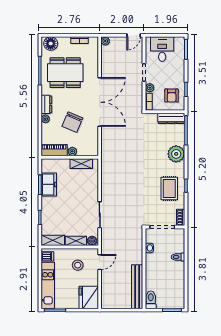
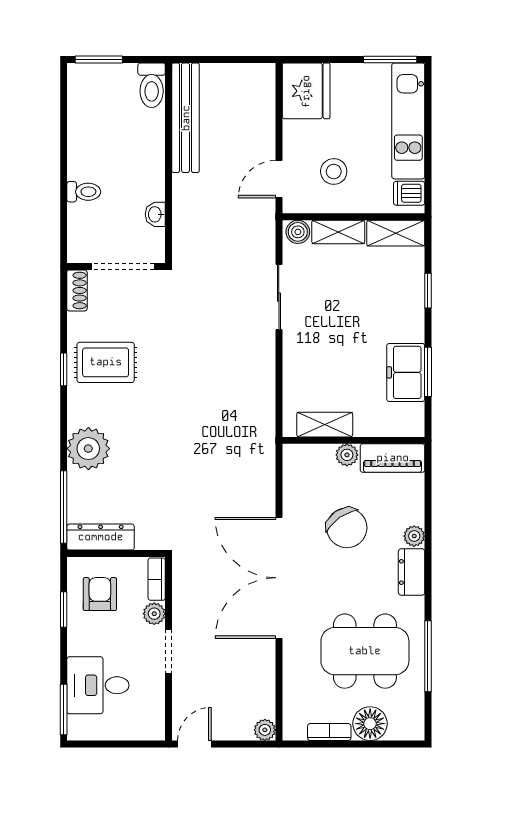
floor lamp: (51, 44) -> (370, 724), moved
desk: (162, 49) -> (98, 685), moved, turned 90
chair: (72, 122) -> (347, 528), turned 122
rug: (169, 189) -> (106, 362), turned 90

